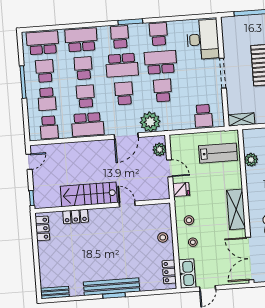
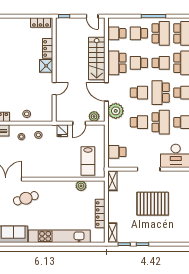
school desk: (45, 71) -> (161, 33), width x1.85
school desk: (85, 96) -> (139, 63), turned 180
stairs: (89, 194) -> (97, 59), moved, turned 180
shelving: (236, 209) -> (44, 172), removed
shower: (98, 217) -> (46, 66), added

